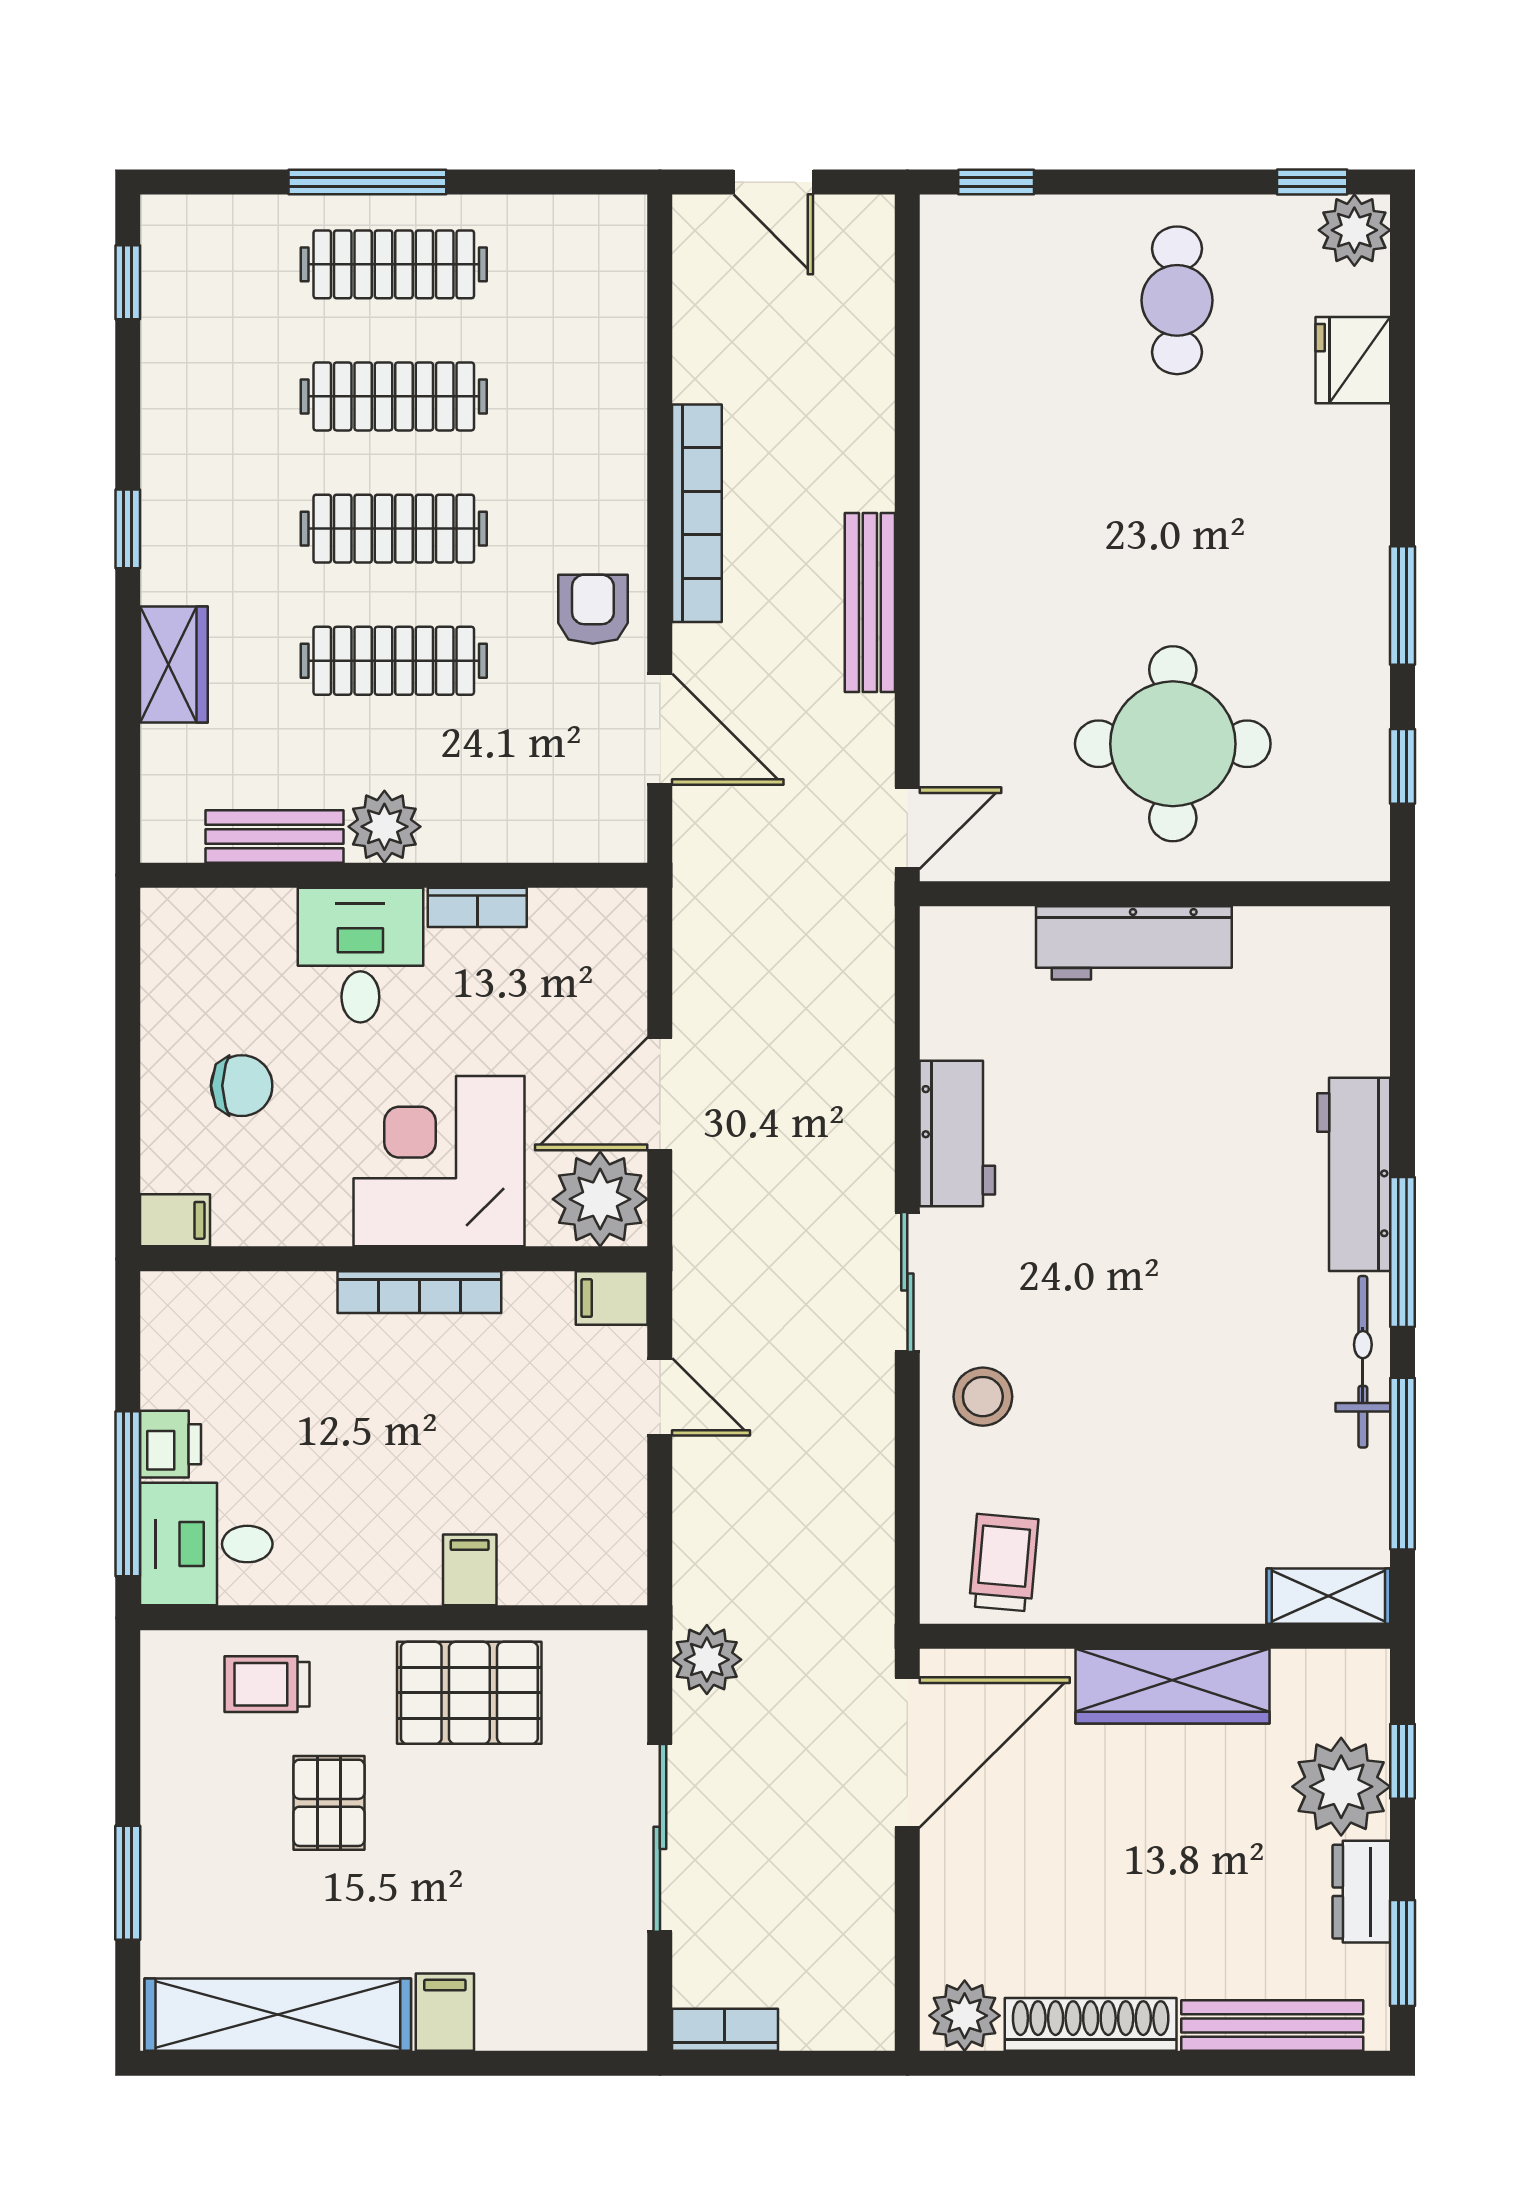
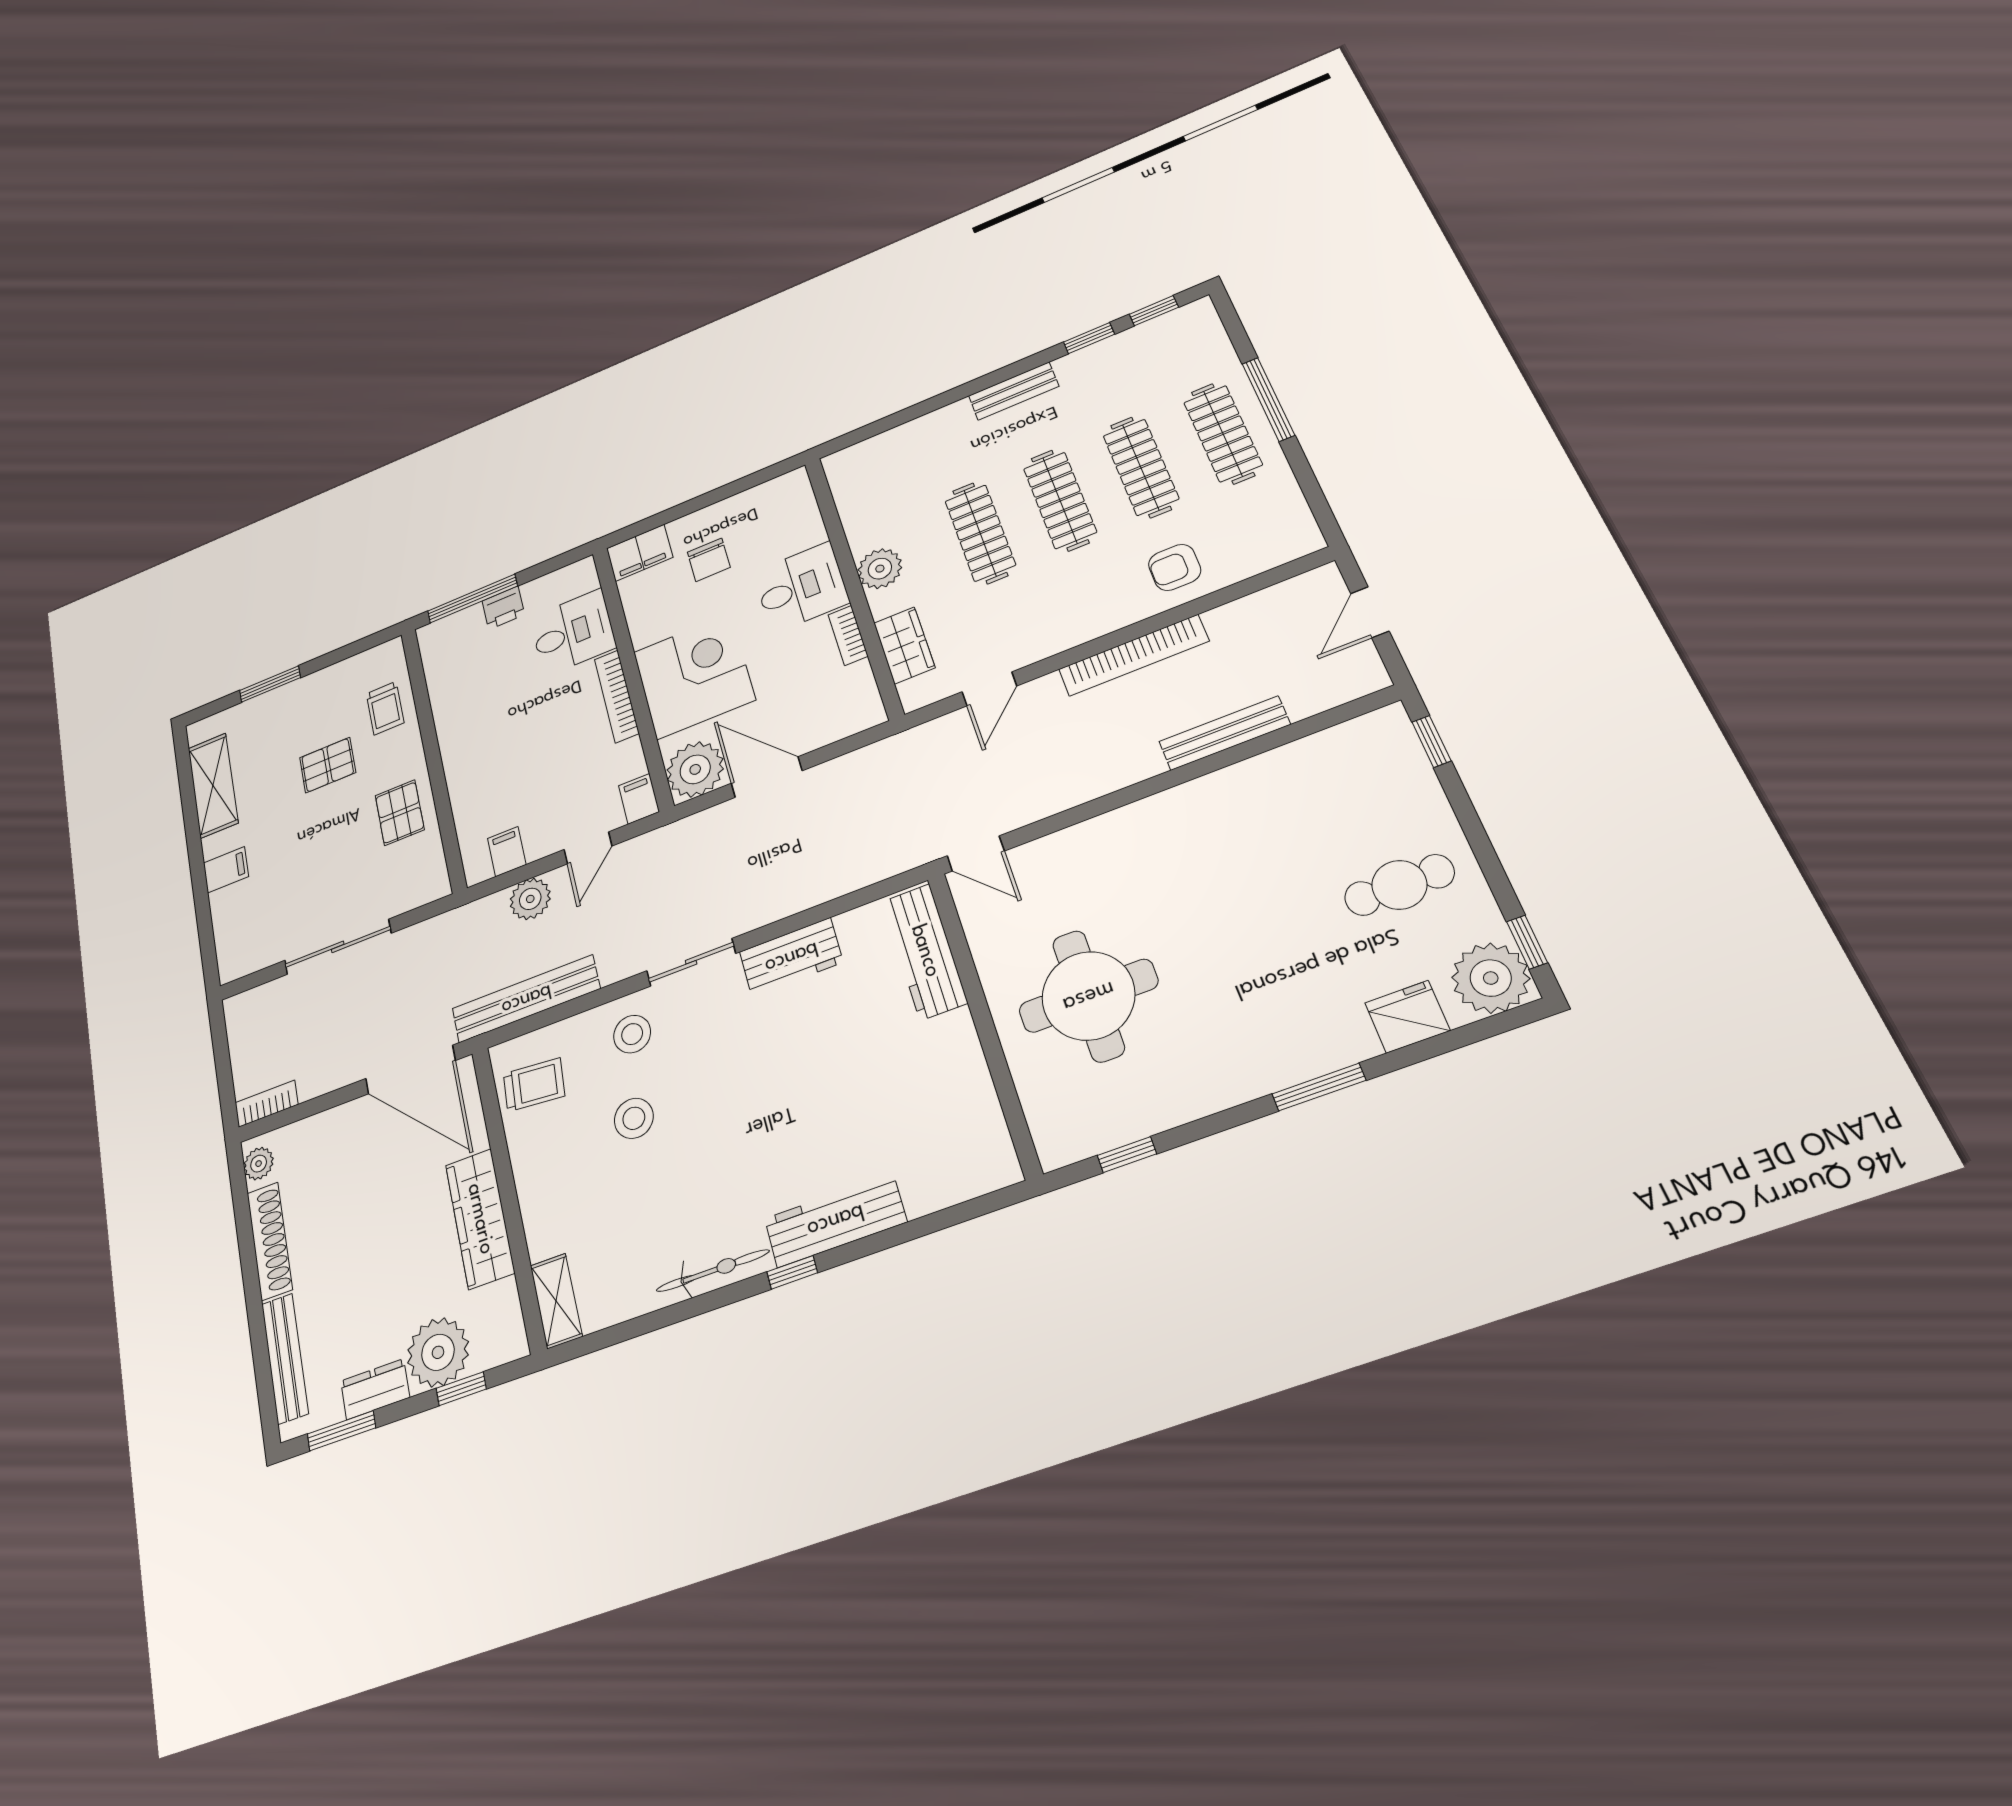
plant: (1354, 230) -> (1491, 978), width x1.36, depth x1.36
window: (128, 529) -> (1089, 338), moved
bench: (870, 602) -> (1225, 733), moved
window: (1402, 605) -> (1319, 1087), moved
armchair: (593, 609) -> (1175, 567), moved, turned 180
wardrobe: (174, 665) -> (904, 645), moved, turned -90
door: (660, 729) -> (989, 689), width x0.73
bench: (274, 836) -> (1014, 391), moved, turned 90
workbench: (1134, 943) -> (925, 951), moved
filing cabinet: (175, 1220) -> (640, 553), width x2.00
window: (1402, 1252) -> (792, 1272), width x0.46
stool: (1109, 1423) -> (634, 1118), added
window: (1402, 1464) -> (652, 1321), removed
desk: (206, 1544) -> (573, 632), moved, turned 90
bench: (865, 1548) -> (526, 999), added
filing cabinet: (470, 1570) -> (507, 852), moved, turned -90
plant: (707, 1660) -> (530, 899), moved
trolley: (267, 1684) -> (385, 708), turned 180
pallet: (469, 1693) -> (400, 813), width x0.67, depth x0.71
shelving: (278, 2015) -> (213, 785), width x0.68
plant: (965, 2016) -> (259, 1164), width x0.73, depth x0.73
bookcase: (725, 2030) -> (267, 1104), moved, turned -90

